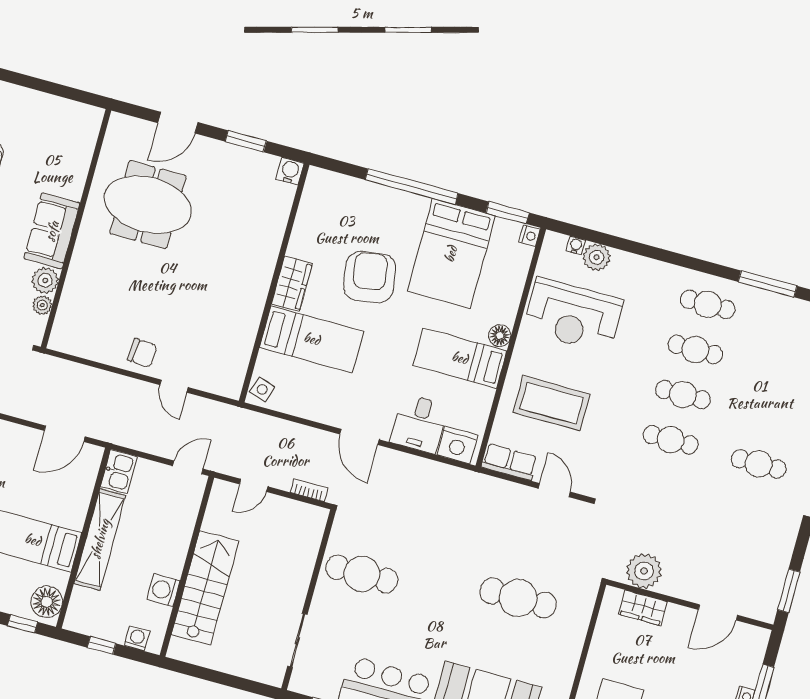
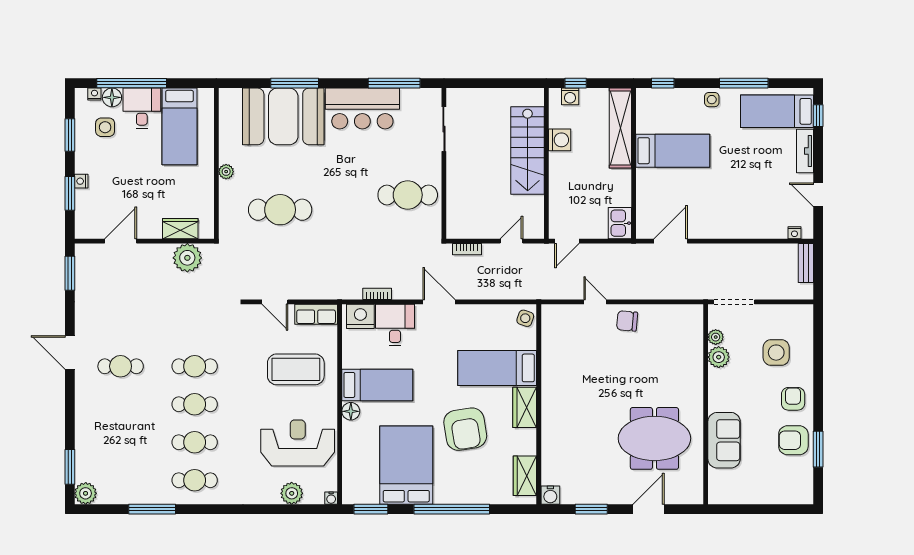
wardrobe: (314, 202) -> (525, 476), added
sofa: (52, 231) -> (724, 440), moved
nightstand: (530, 236) -> (349, 496), removed
water cooler: (576, 245) -> (331, 498), moved
bookcase: (430, 466) -> (377, 294), added
shelving: (100, 539) -> (620, 128), moved
floor lamp: (47, 602) -> (649, 106), removed
window: (102, 645) -> (576, 83), moved
plant: (570, 661) -> (226, 172), added

